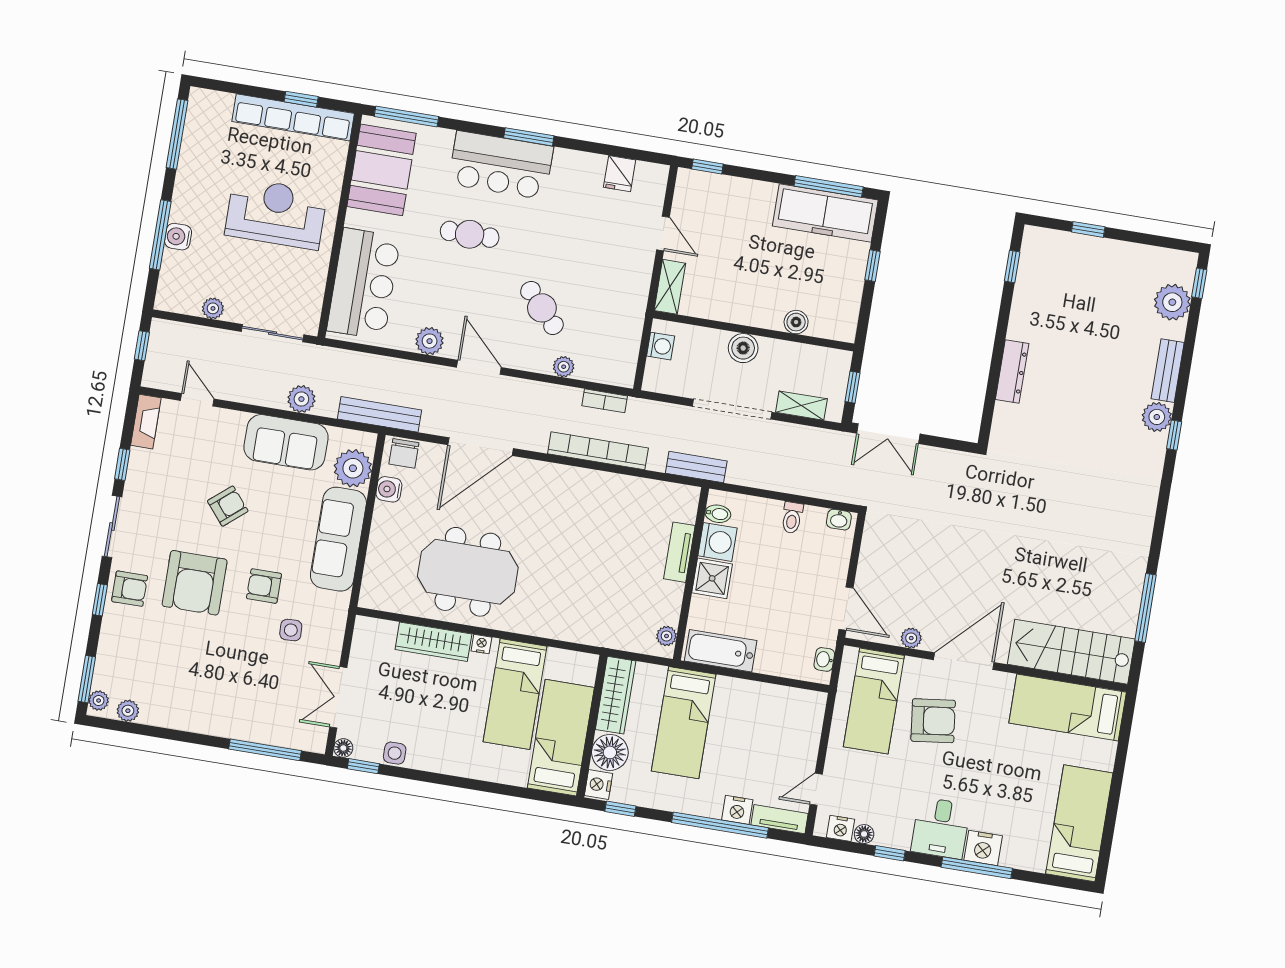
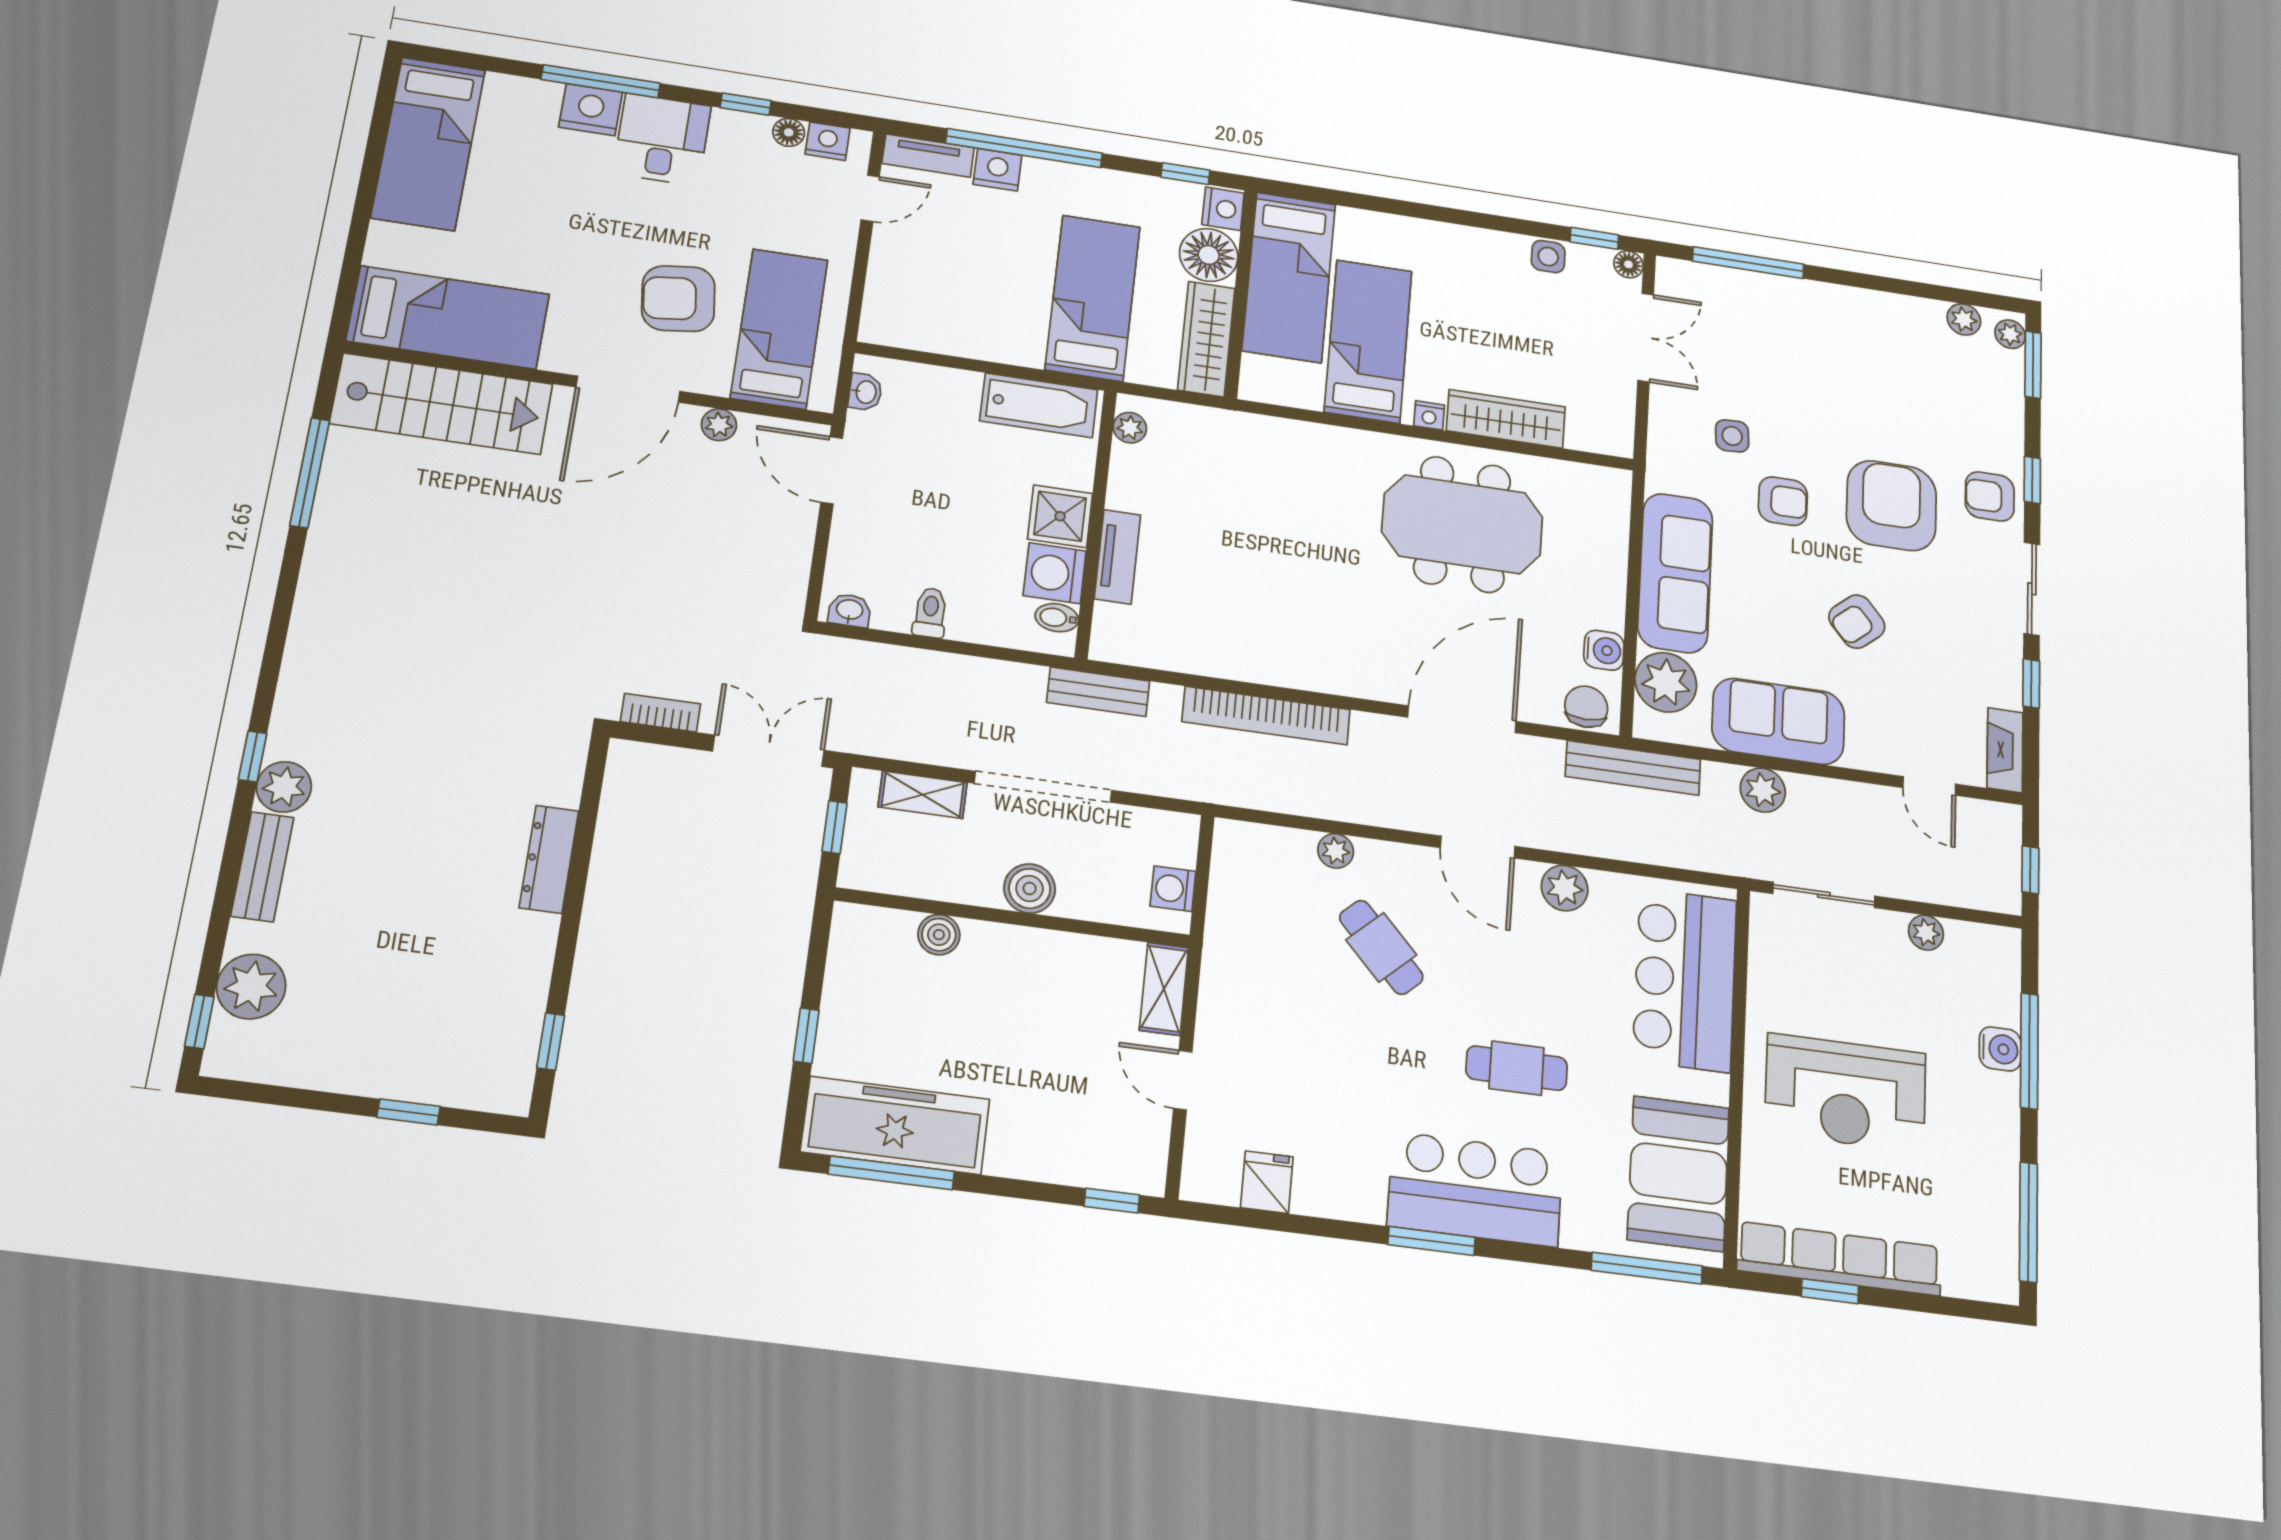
bookcase: (605, 401) -> (661, 713), moved

